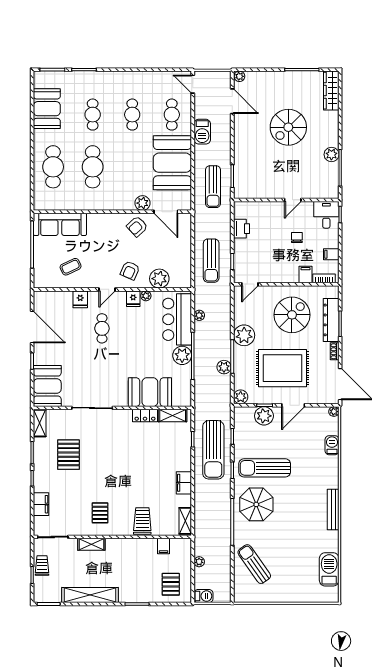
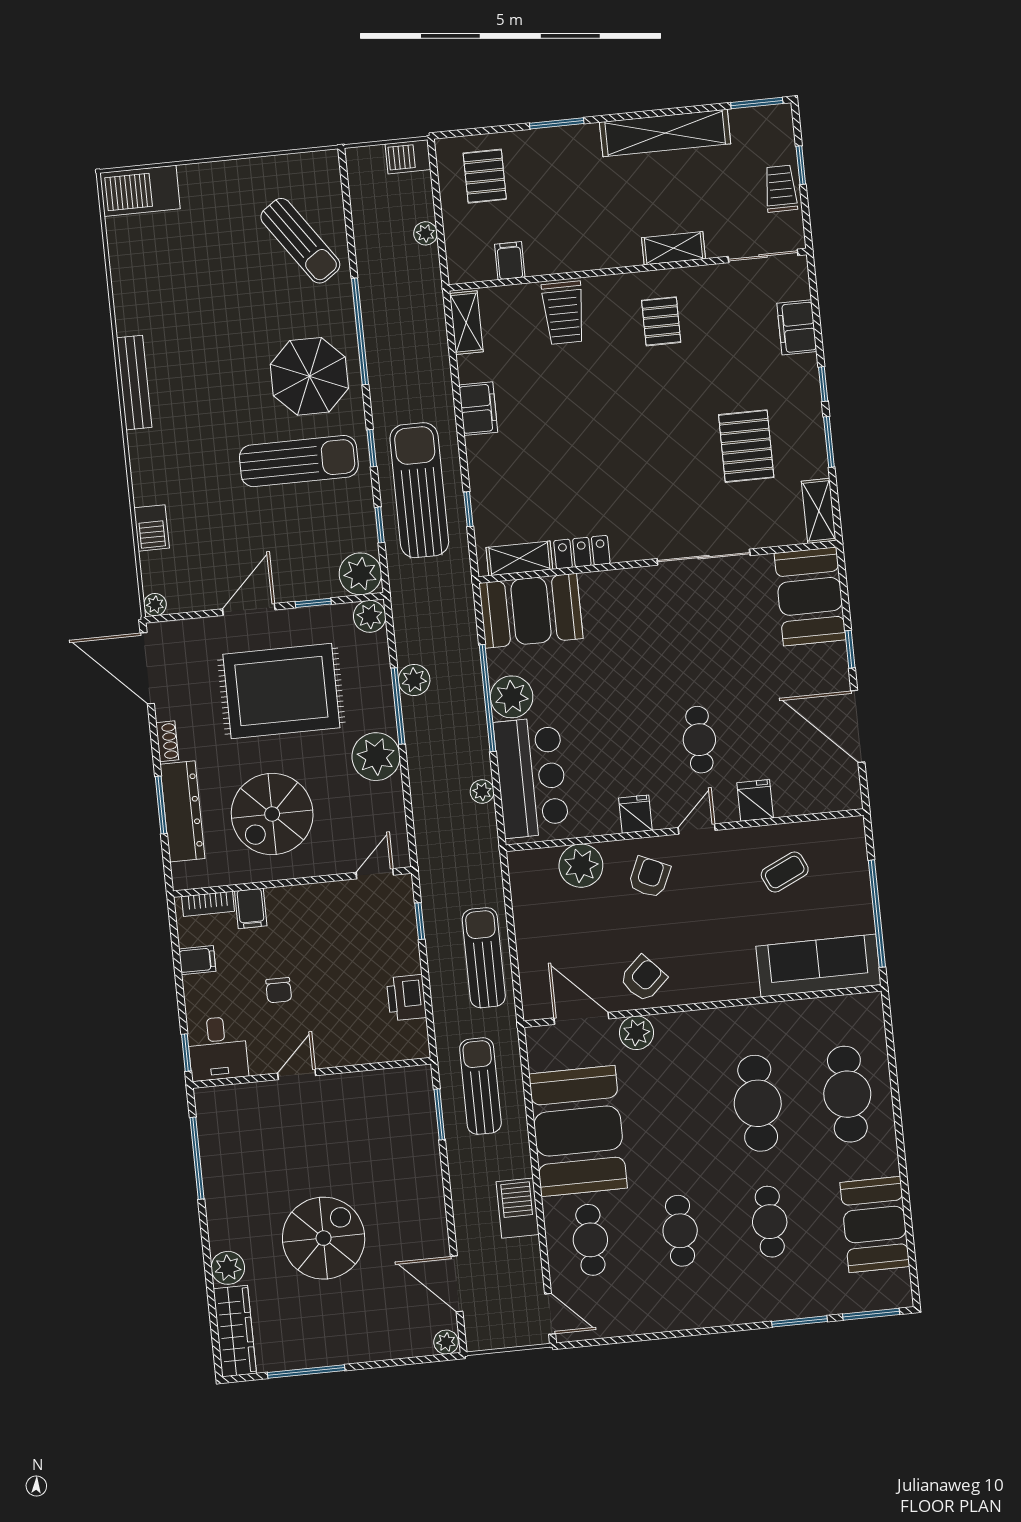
plant: (331, 154) -> (228, 1268), moved
sun lounger: (211, 261) -> (484, 958), moved
plant: (146, 296) -> (607, 823), removed
booth: (150, 392) -> (531, 611), moved
plant: (264, 416) -> (360, 574), moved
trolley: (42, 566) -> (781, 189), turned 180
barbecue: (329, 569) -> (140, 191), moved, turned 90

